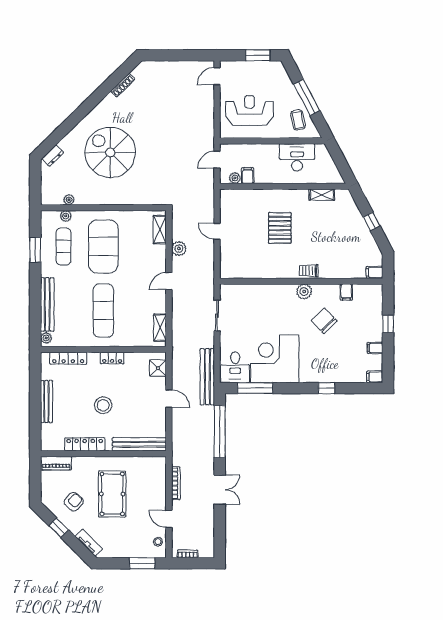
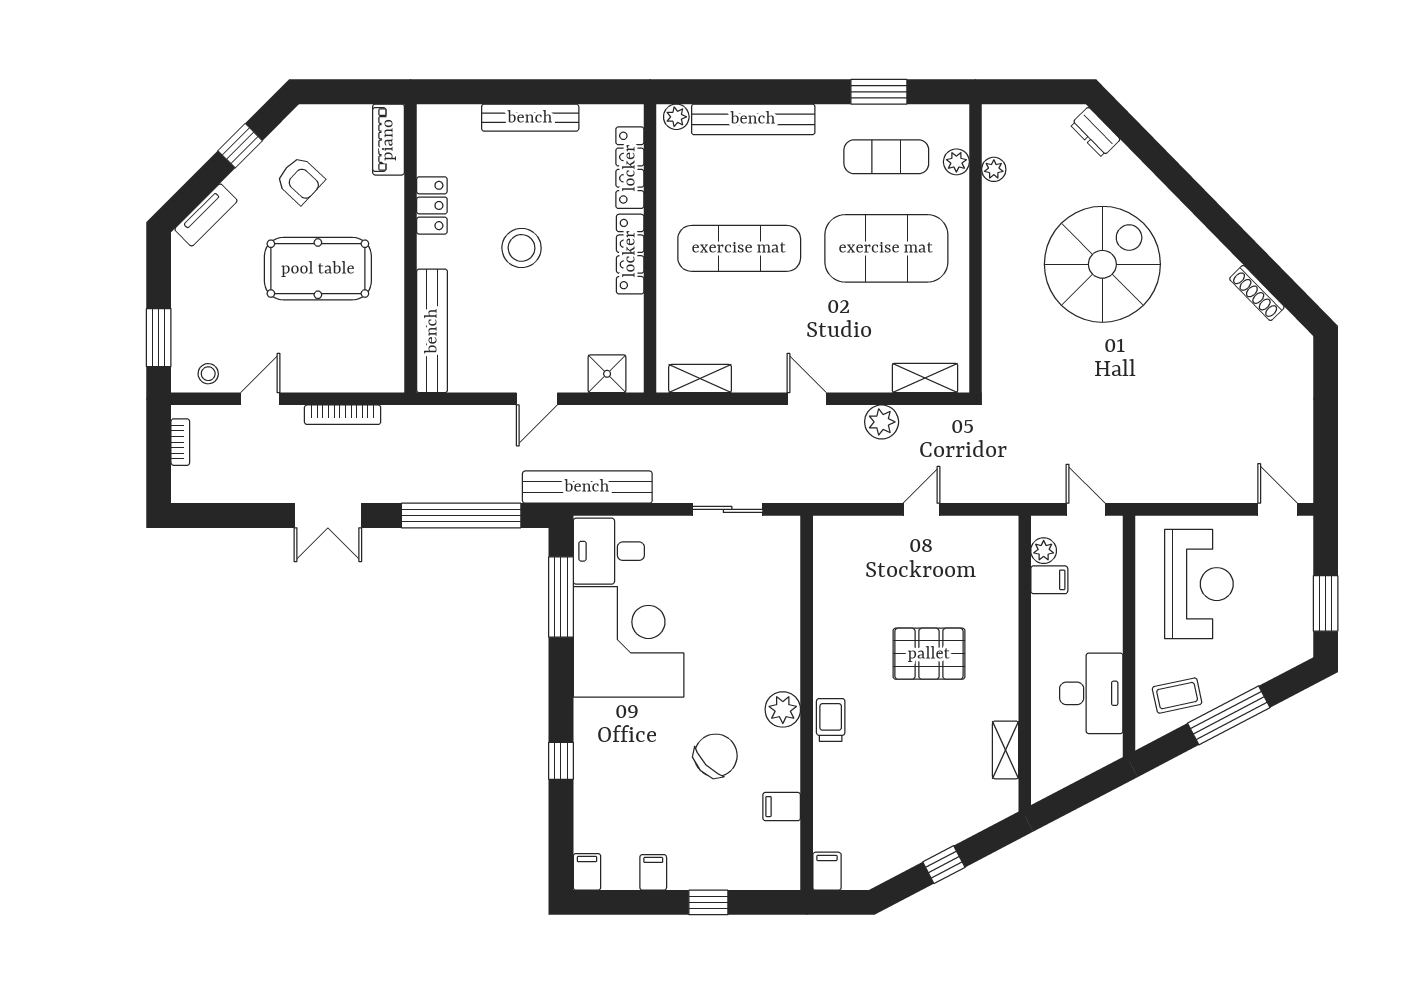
locker: (112, 358) -> (630, 254), width x1.53
locker: (85, 444) -> (432, 205), width x0.66

